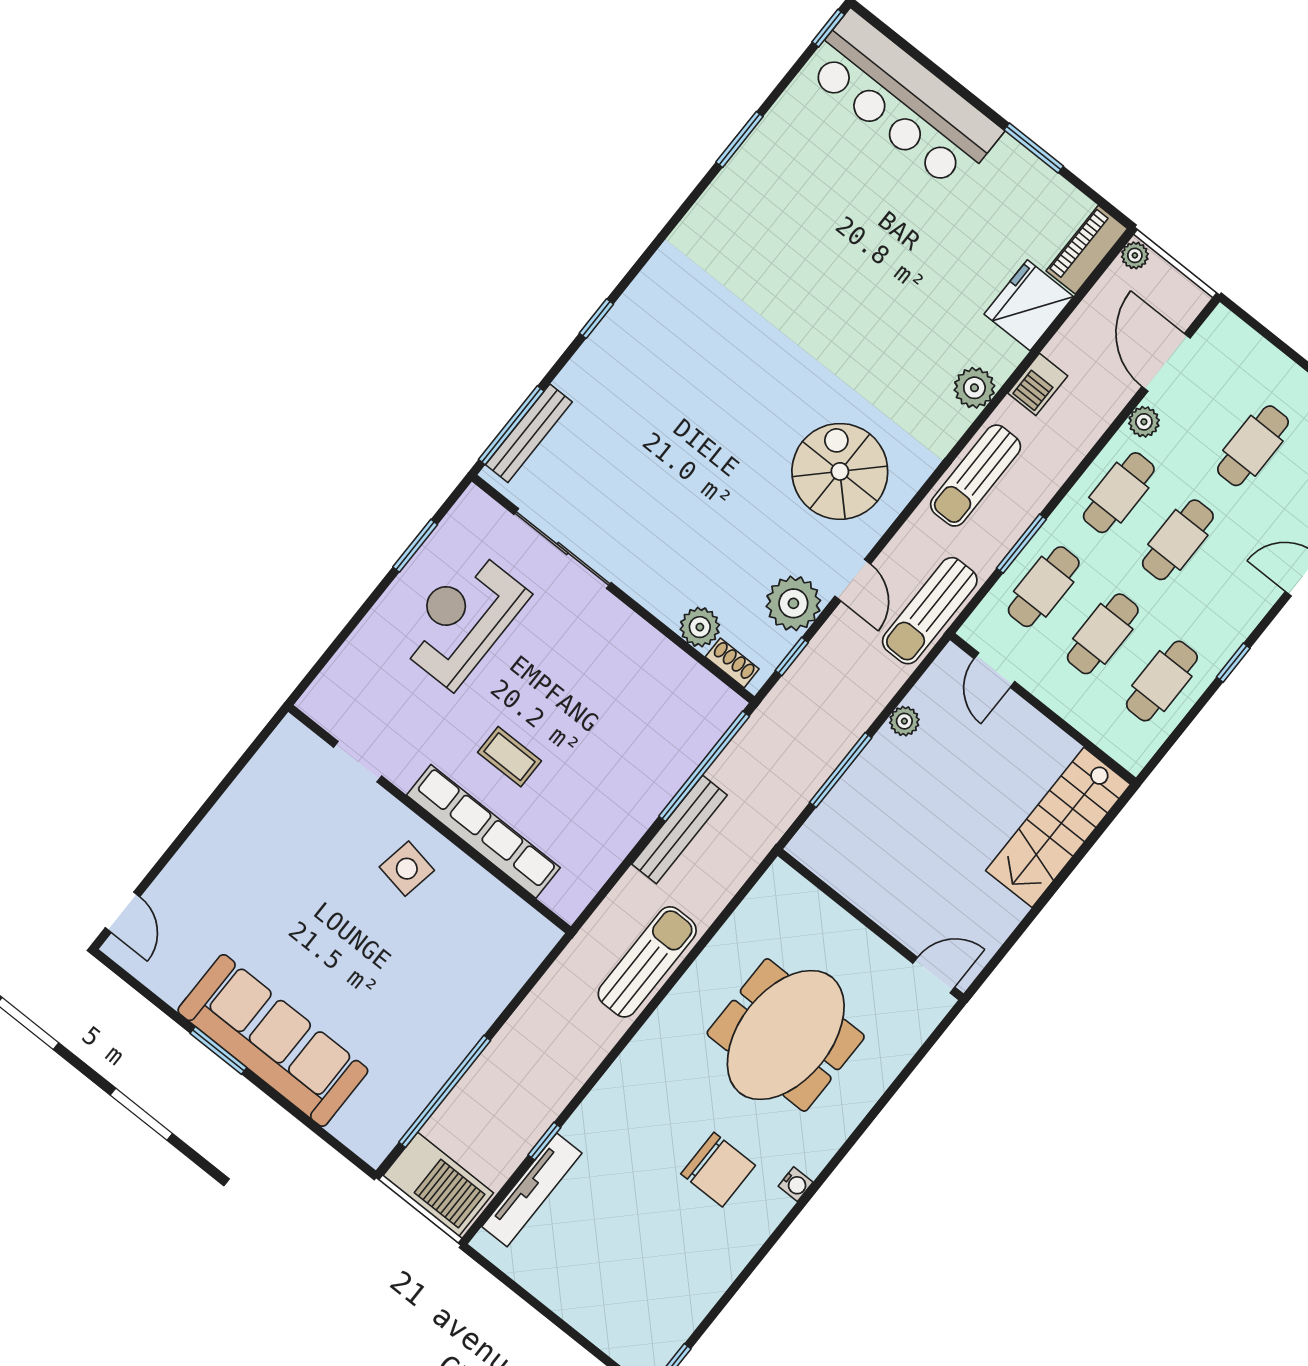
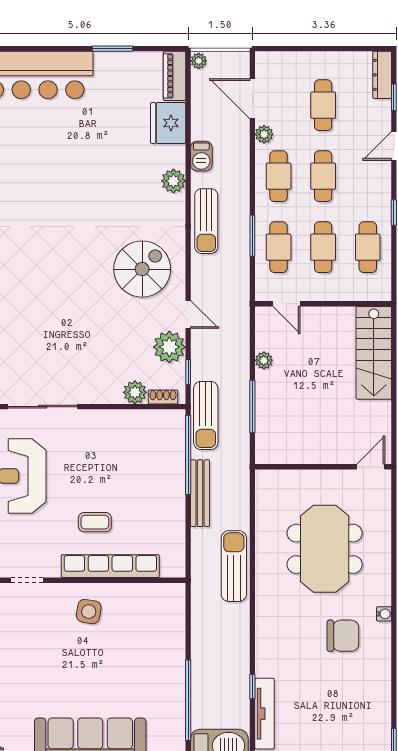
spiral stairs: (840, 471) -> (142, 269), turned 90
sun lounger: (930, 611) -> (206, 416), moved

